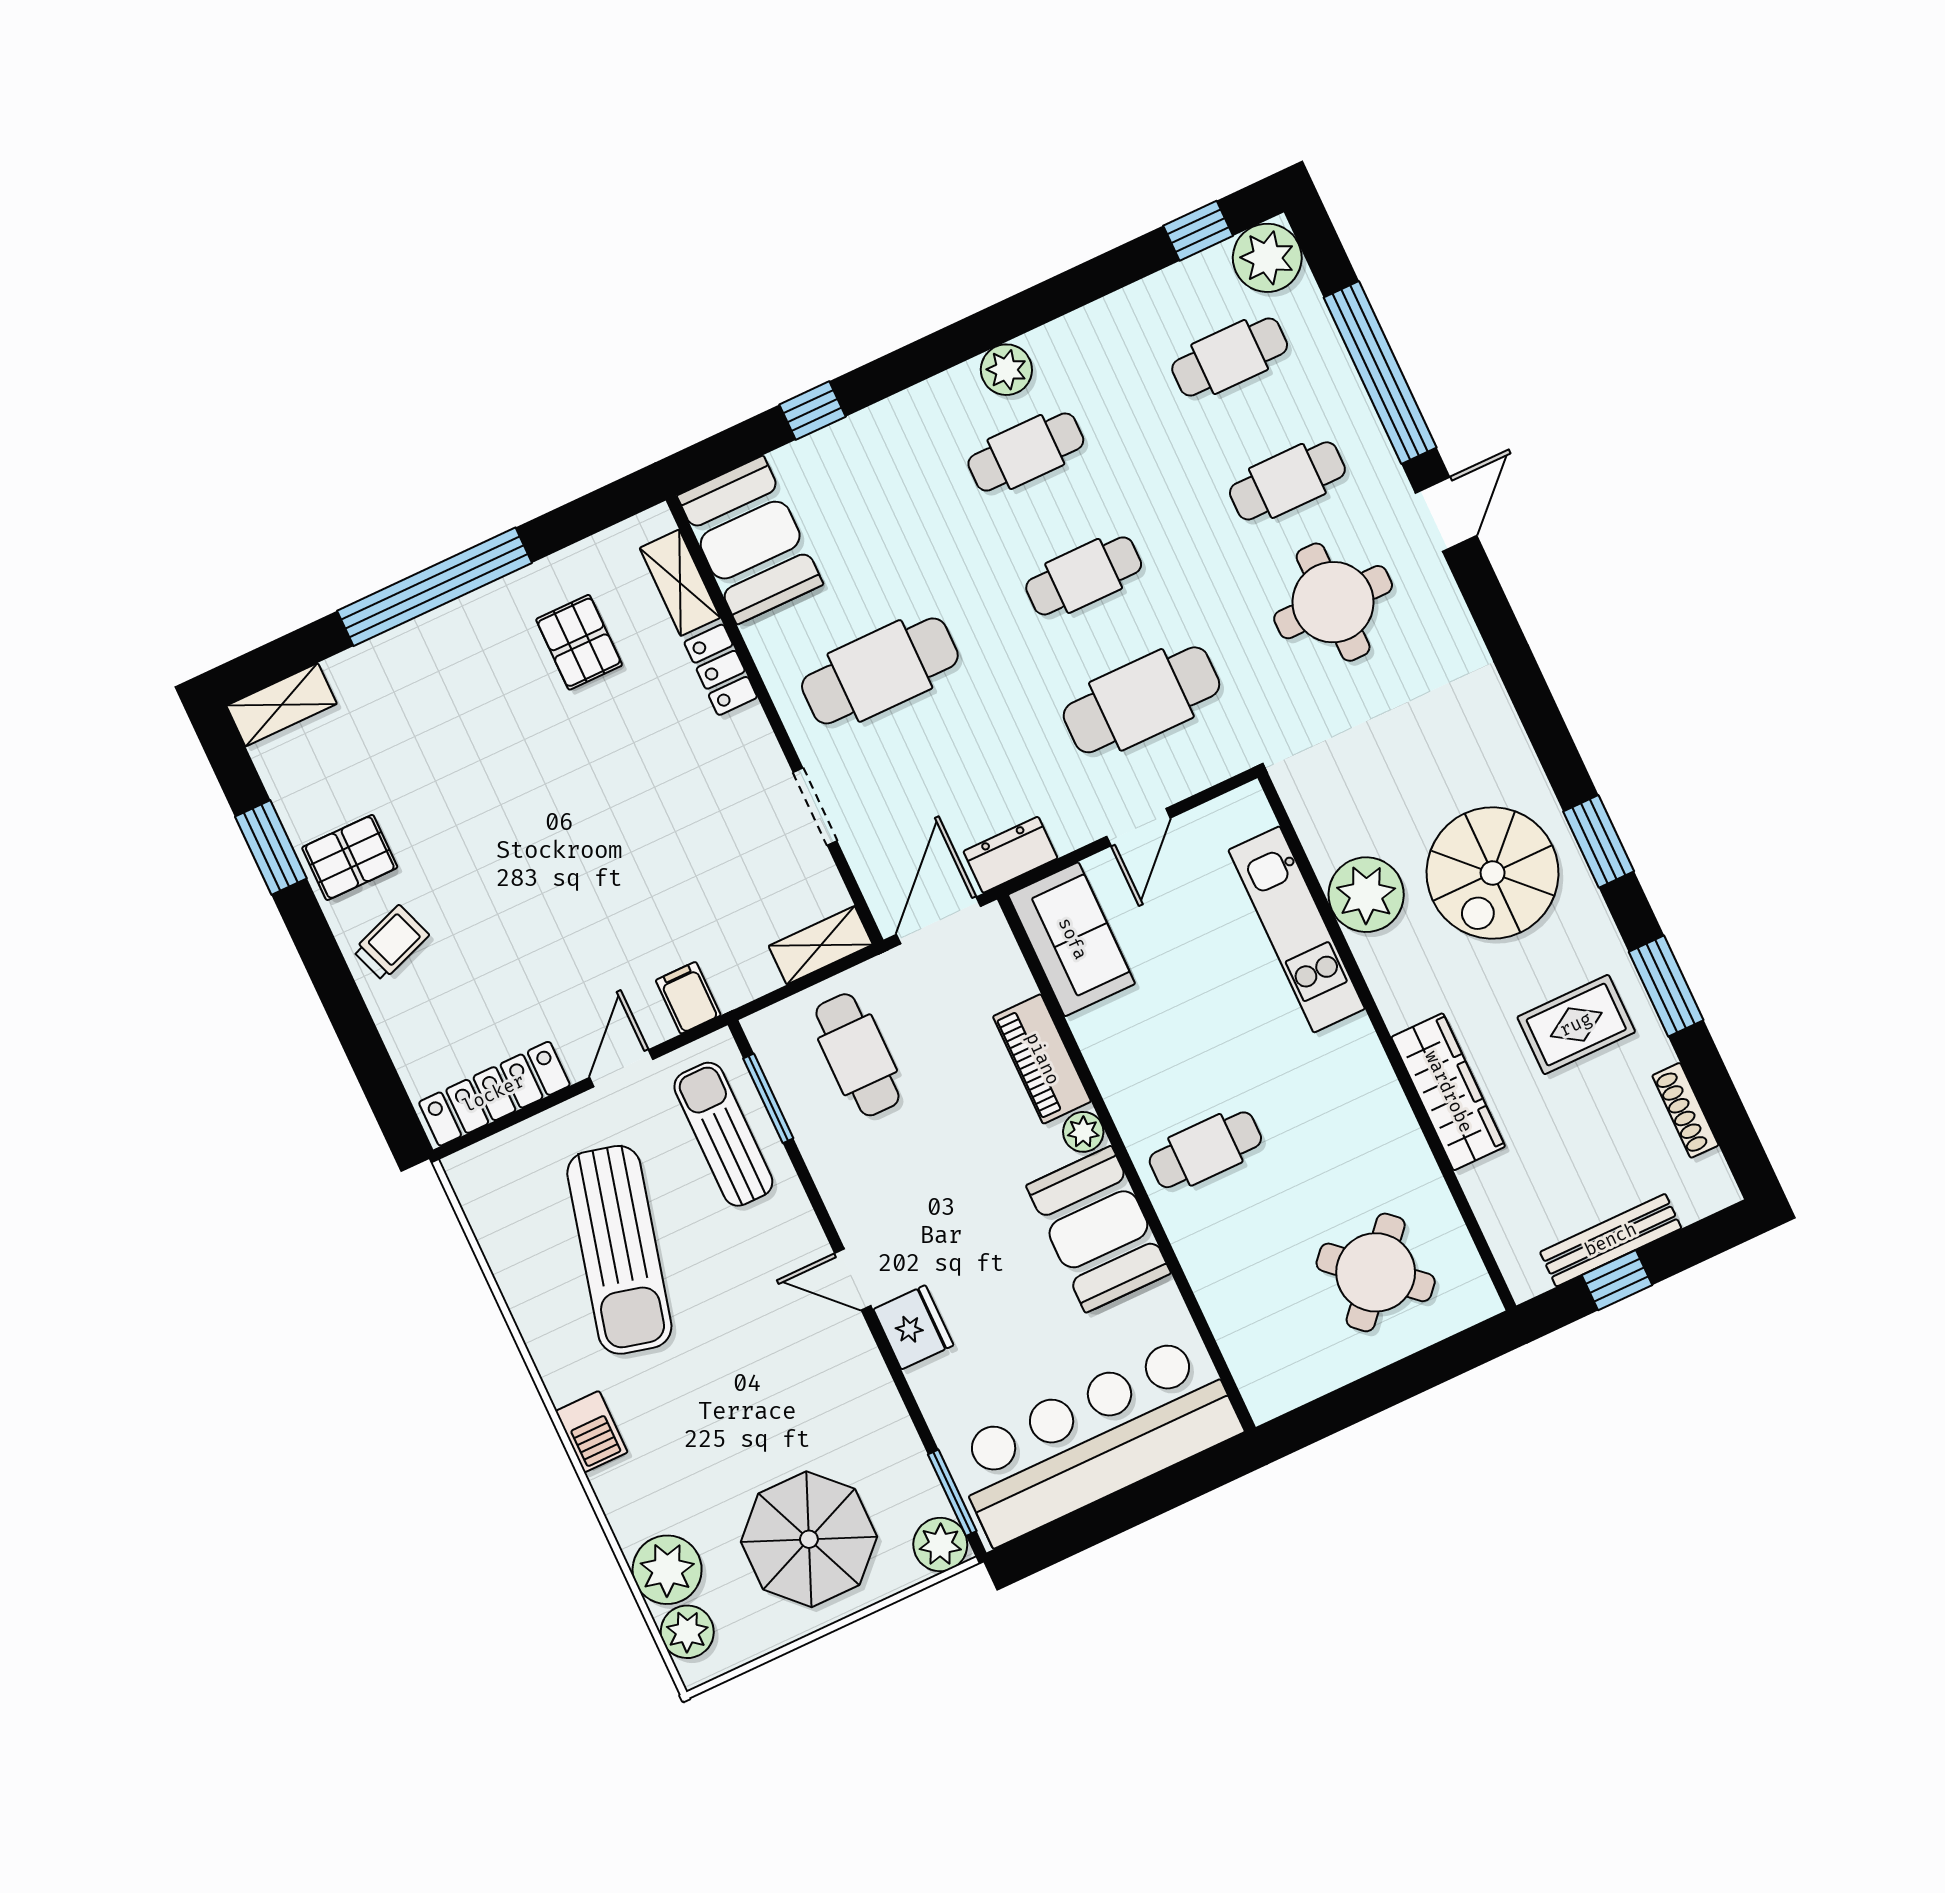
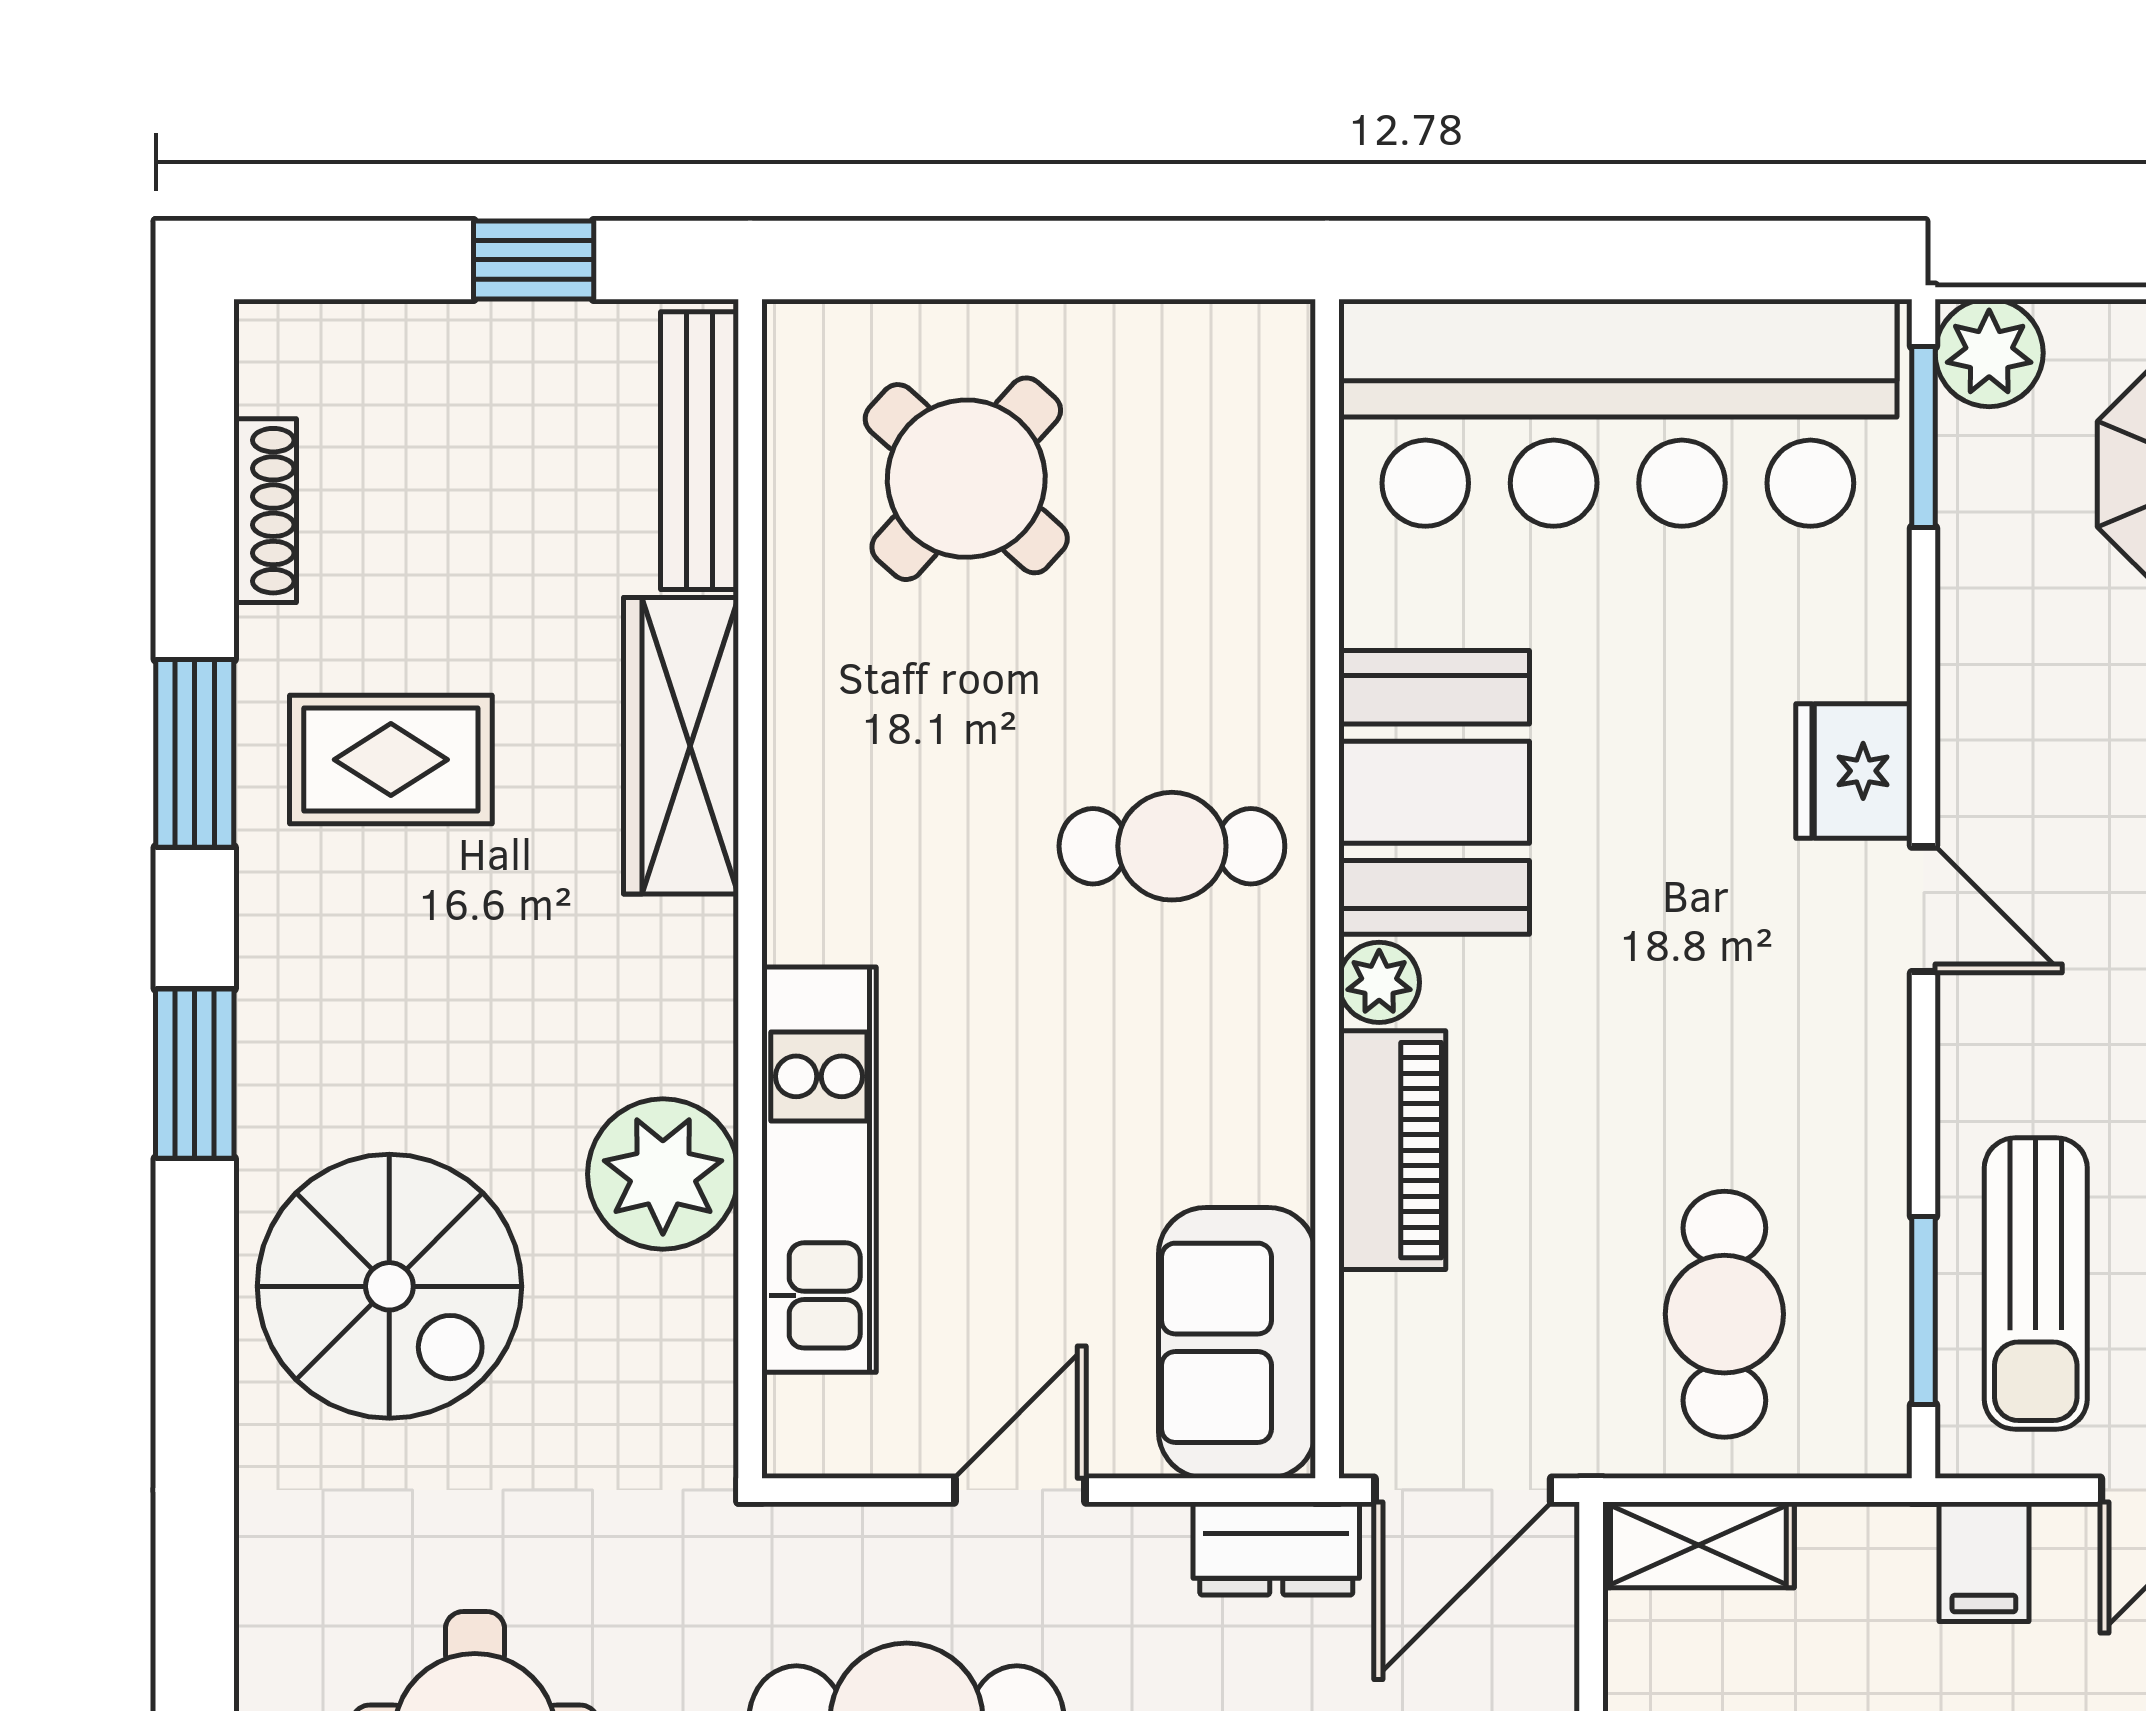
spiral stairs: (1493, 873) -> (389, 1286), moved, turned 90
bench: (1611, 1240) -> (699, 451), moved, turned 90

